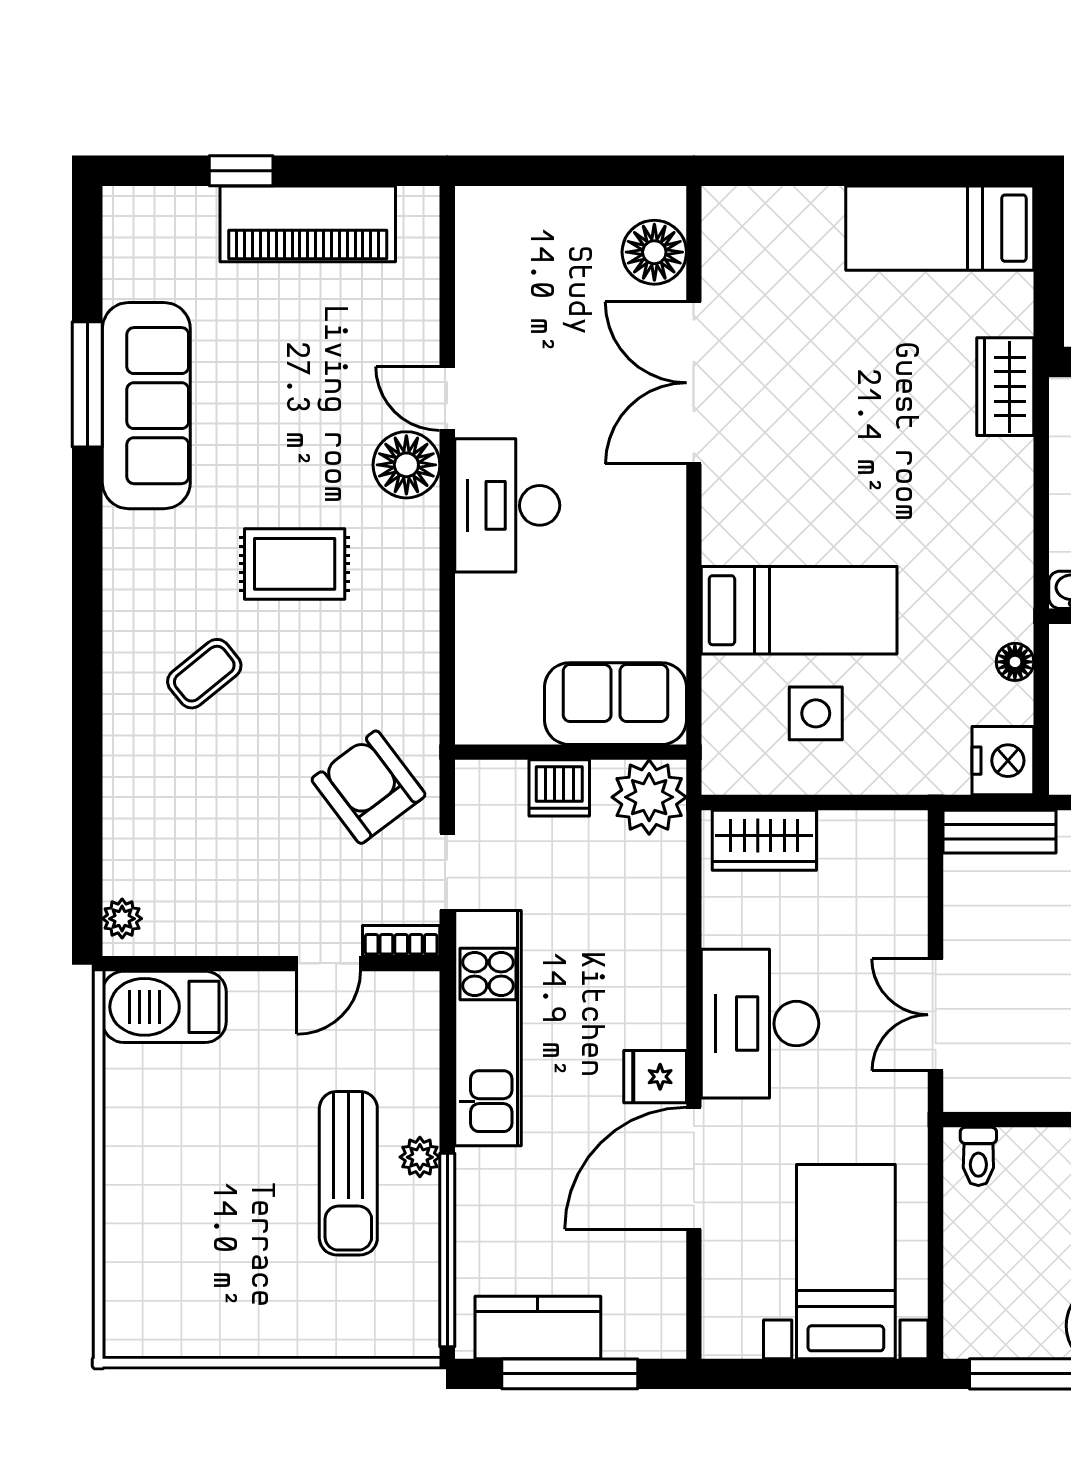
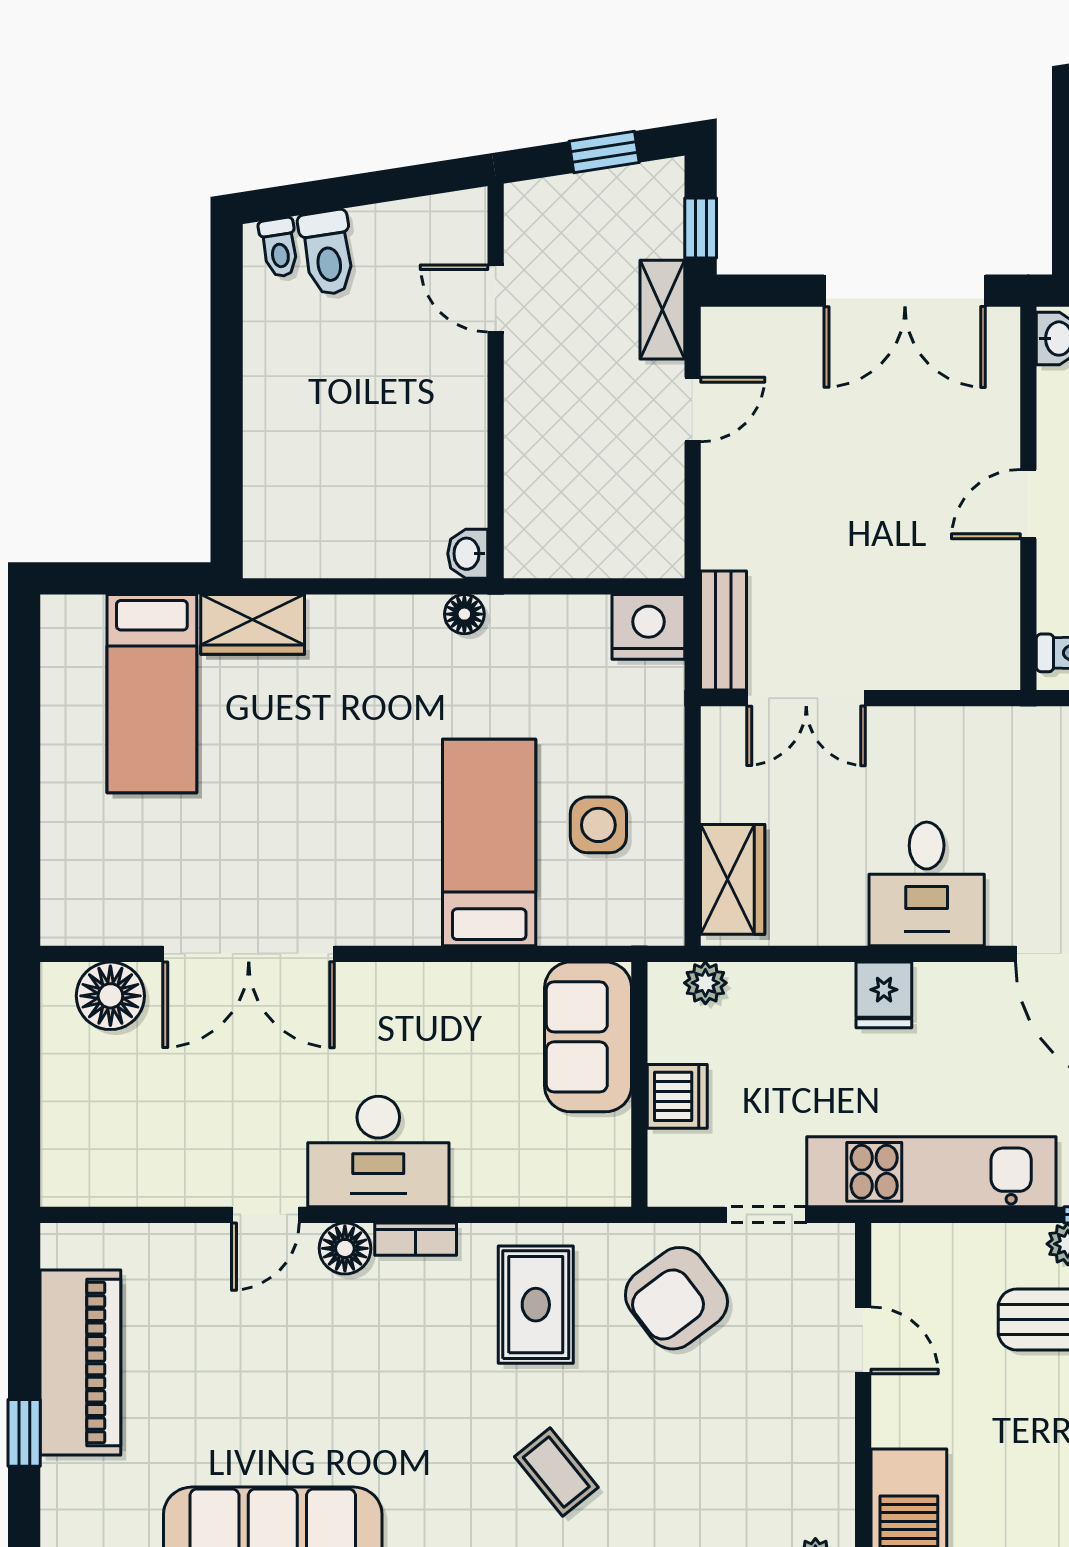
bed: (940, 228) -> (152, 694), moved
floor lamp: (406, 465) -> (345, 1248), width x0.73, depth x0.73
rug: (295, 564) -> (536, 1305), moved
floor lamp: (1015, 662) -> (464, 614), moved
plant: (649, 797) -> (705, 983), width x0.53, depth x0.53
bookcase: (401, 941) -> (416, 1239), moved, turned -90
double door: (936, 1015) -> (806, 698), moved
desk: (760, 1024) -> (927, 884), width x0.73
fridge: (655, 1077) -> (884, 995), moved

